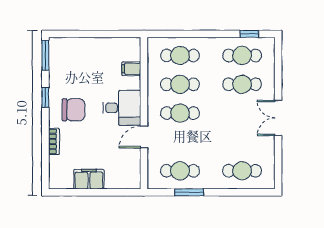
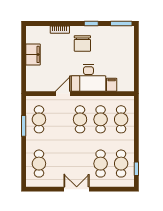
desk: (122, 108) -> (88, 78), width x1.37
door: (144, 137) -> (63, 94), hinge flipped

